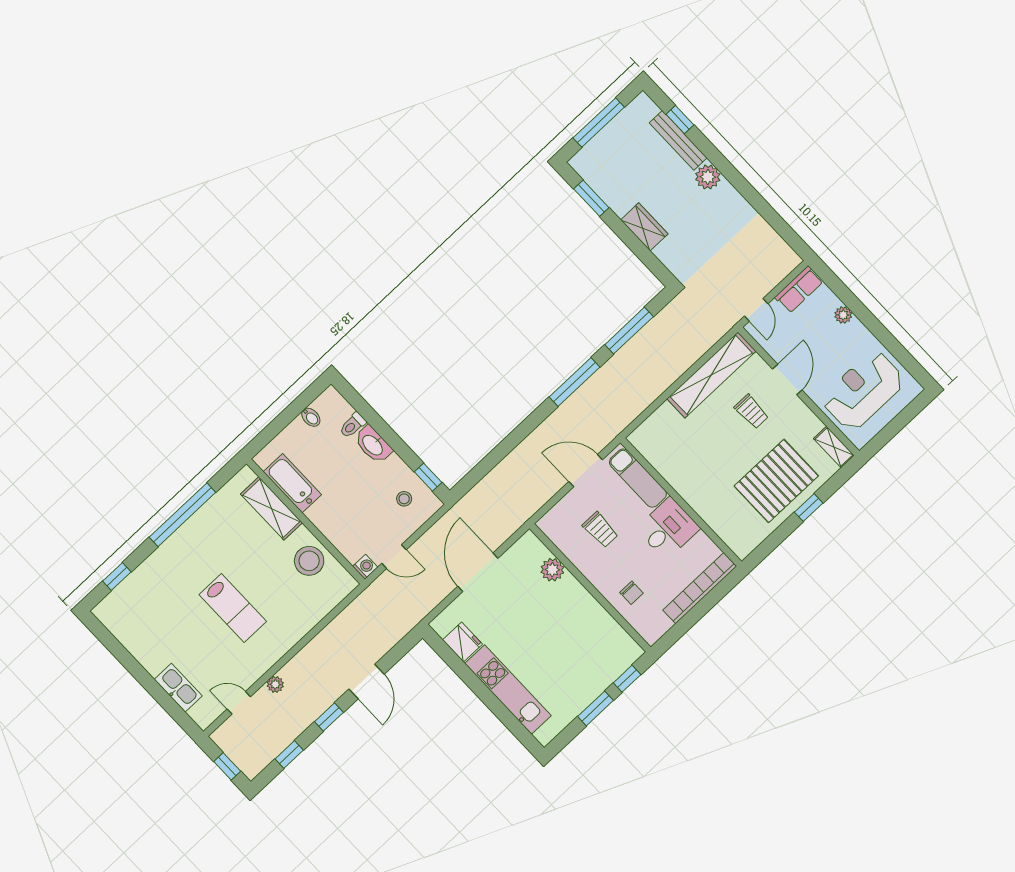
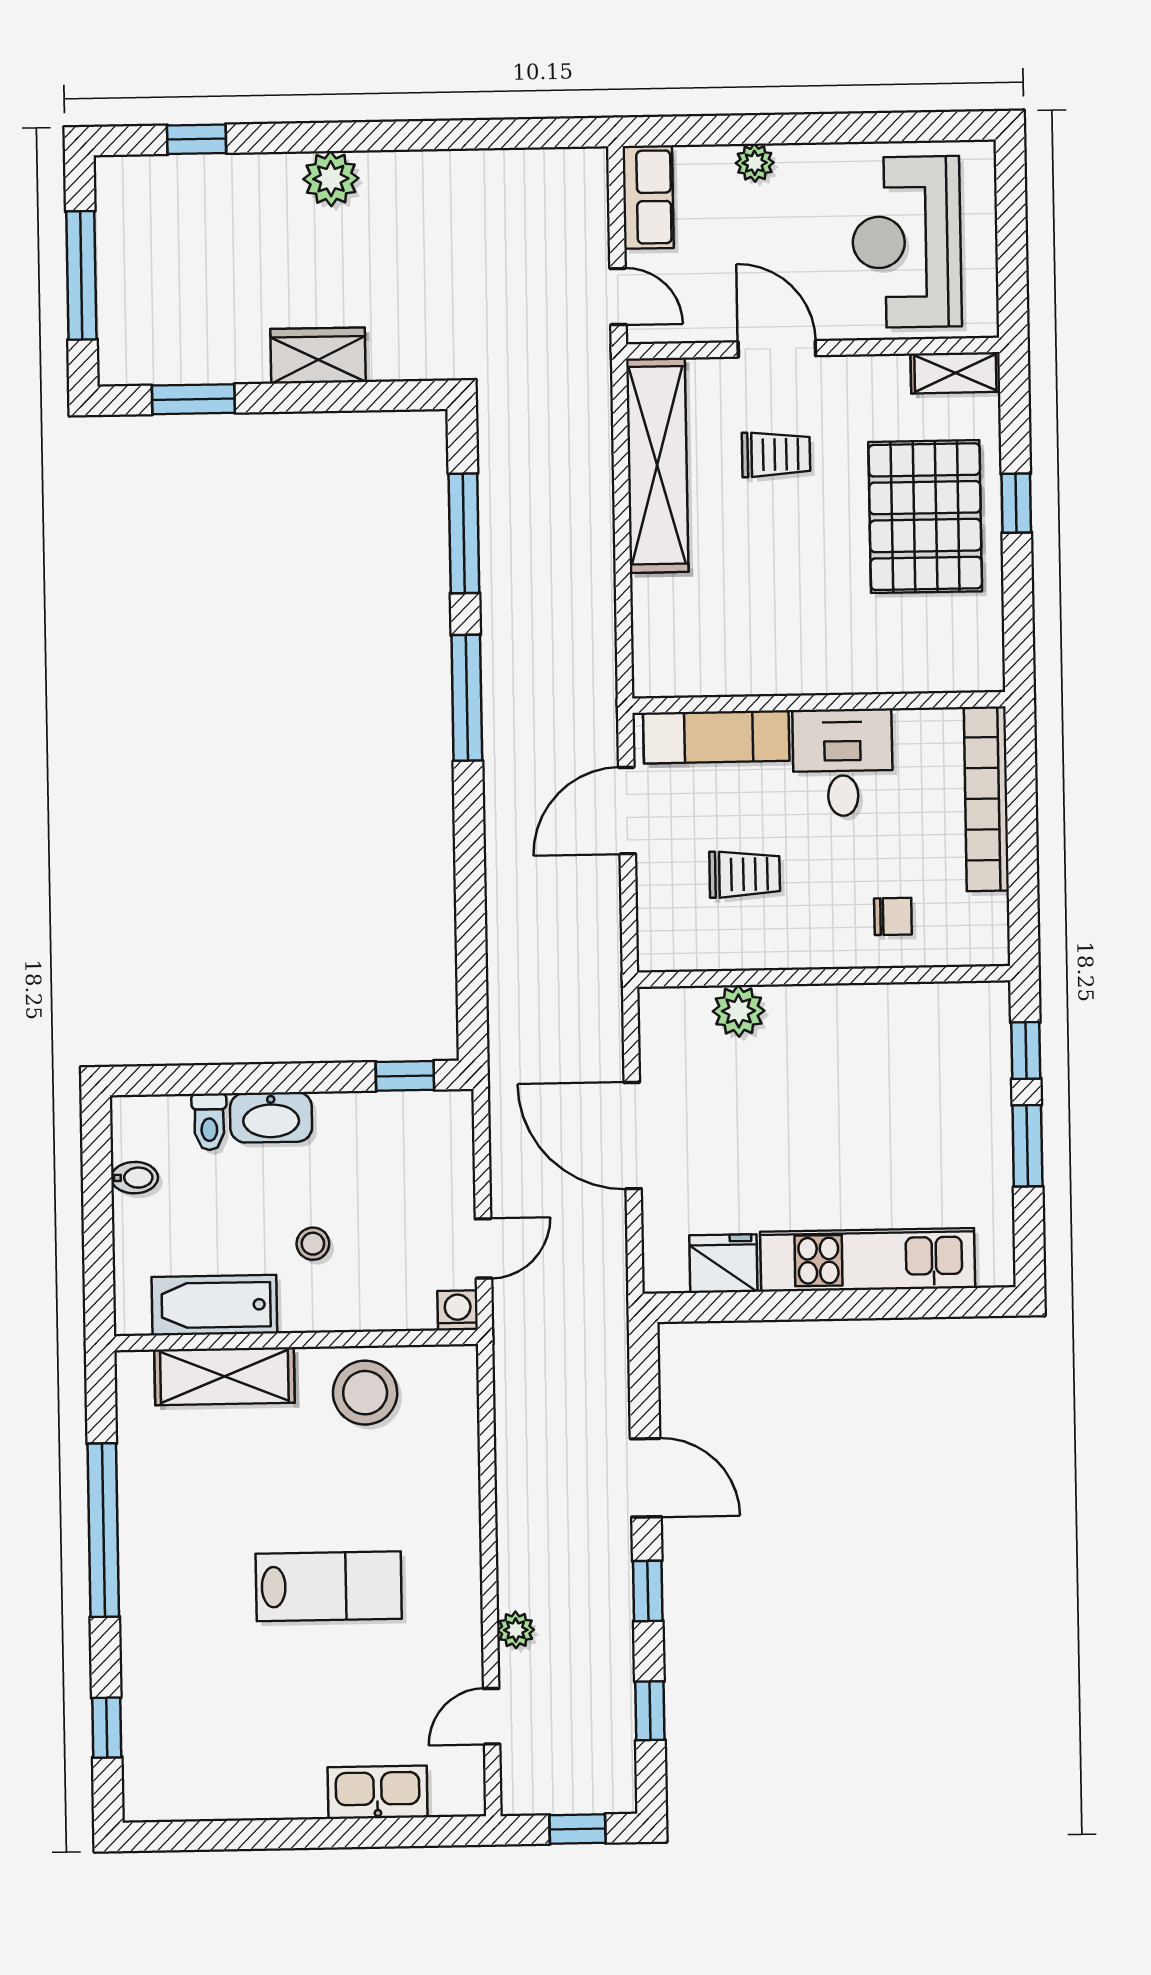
bench: (678, 140) -> (228, 173), removed
stool: (404, 499) -> (313, 1244), moved

